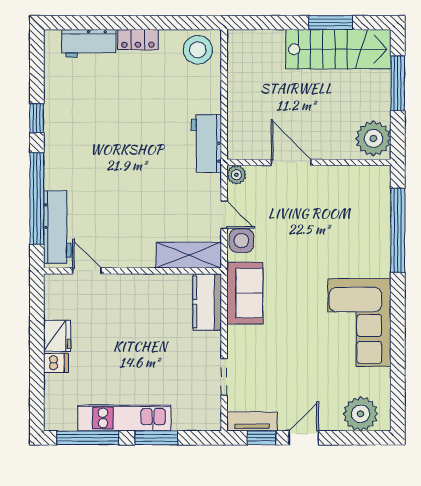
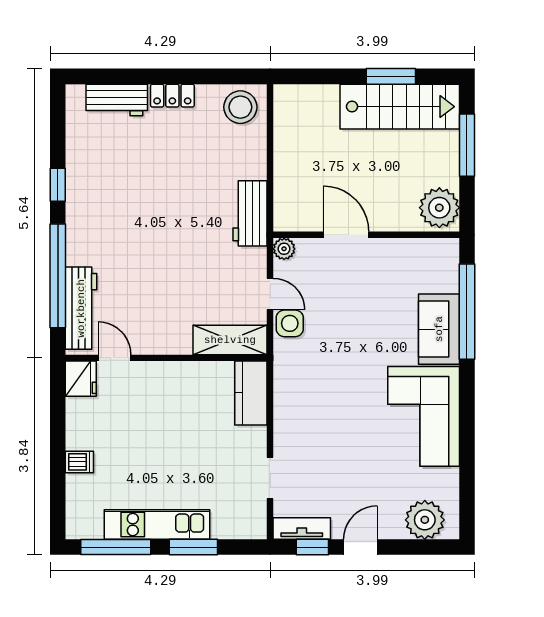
sofa: (245, 293) -> (439, 329), moved, turned 180
fridge: (57, 336) -> (81, 379), moved

